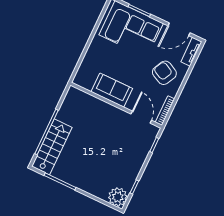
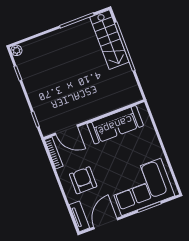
armchair: (164, 73) -> (83, 180), turned -117
sofa: (112, 90) -> (115, 125), width x1.36
plant: (118, 197) -> (16, 50), width x0.53, depth x0.53

